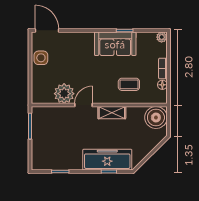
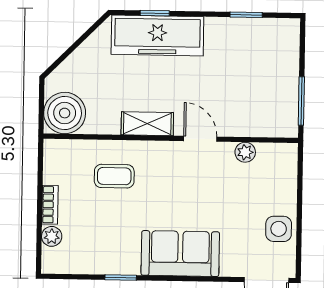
plant: (162, 37) -> (52, 236), moved
sofa: (115, 44) -> (180, 254), moved
floor lamp: (162, 85) -> (52, 174), removed
plant: (64, 94) -> (245, 152), width x0.53, depth x0.53
door: (83, 105) -> (200, 139), swing flipped

